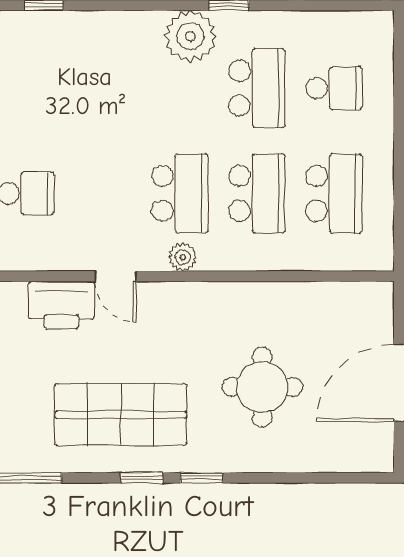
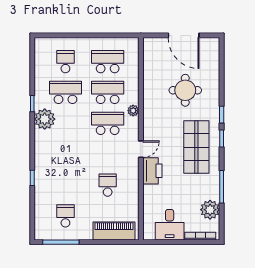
plant: (183, 257) -> (133, 111), moved

